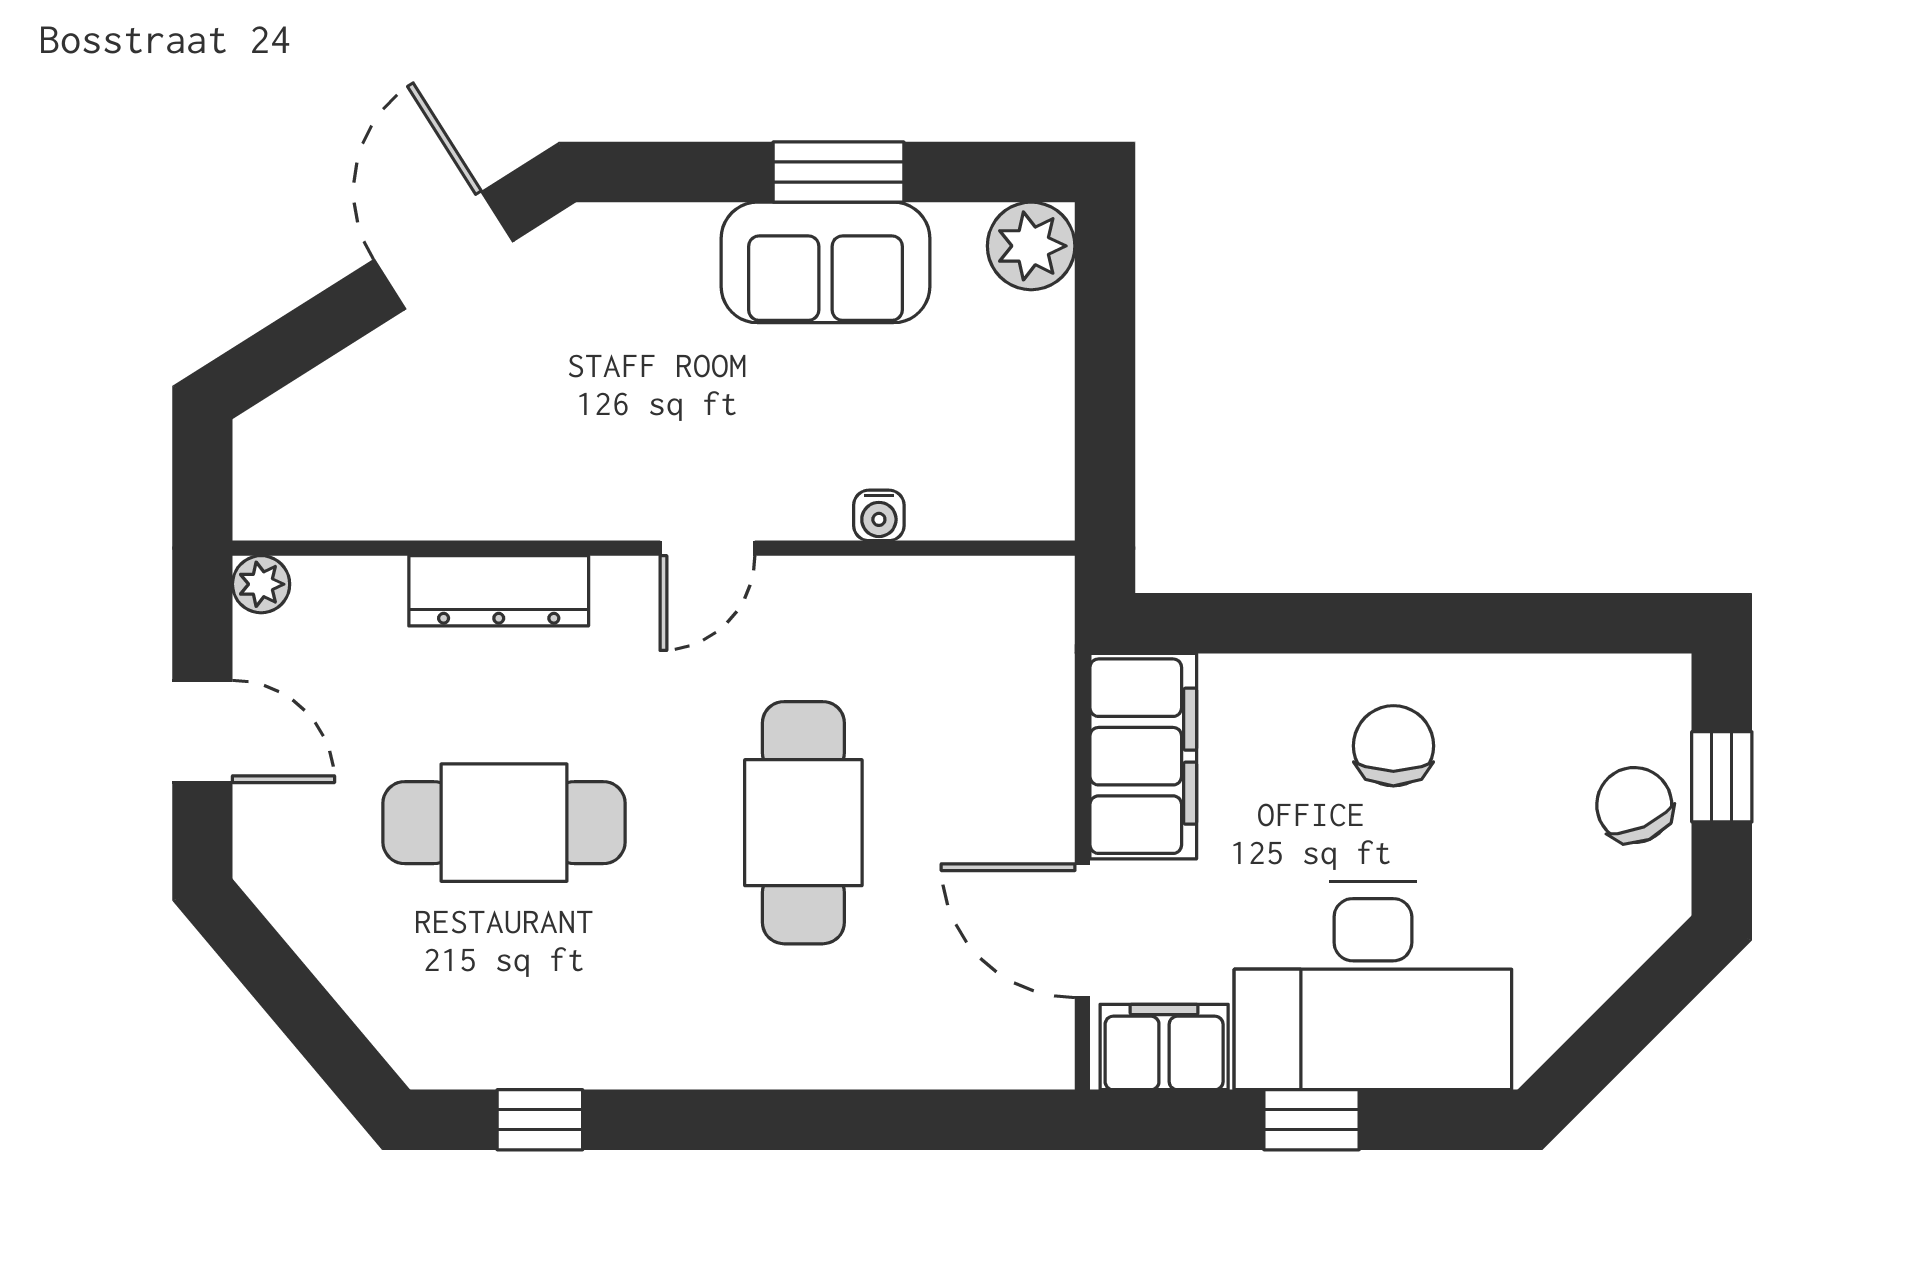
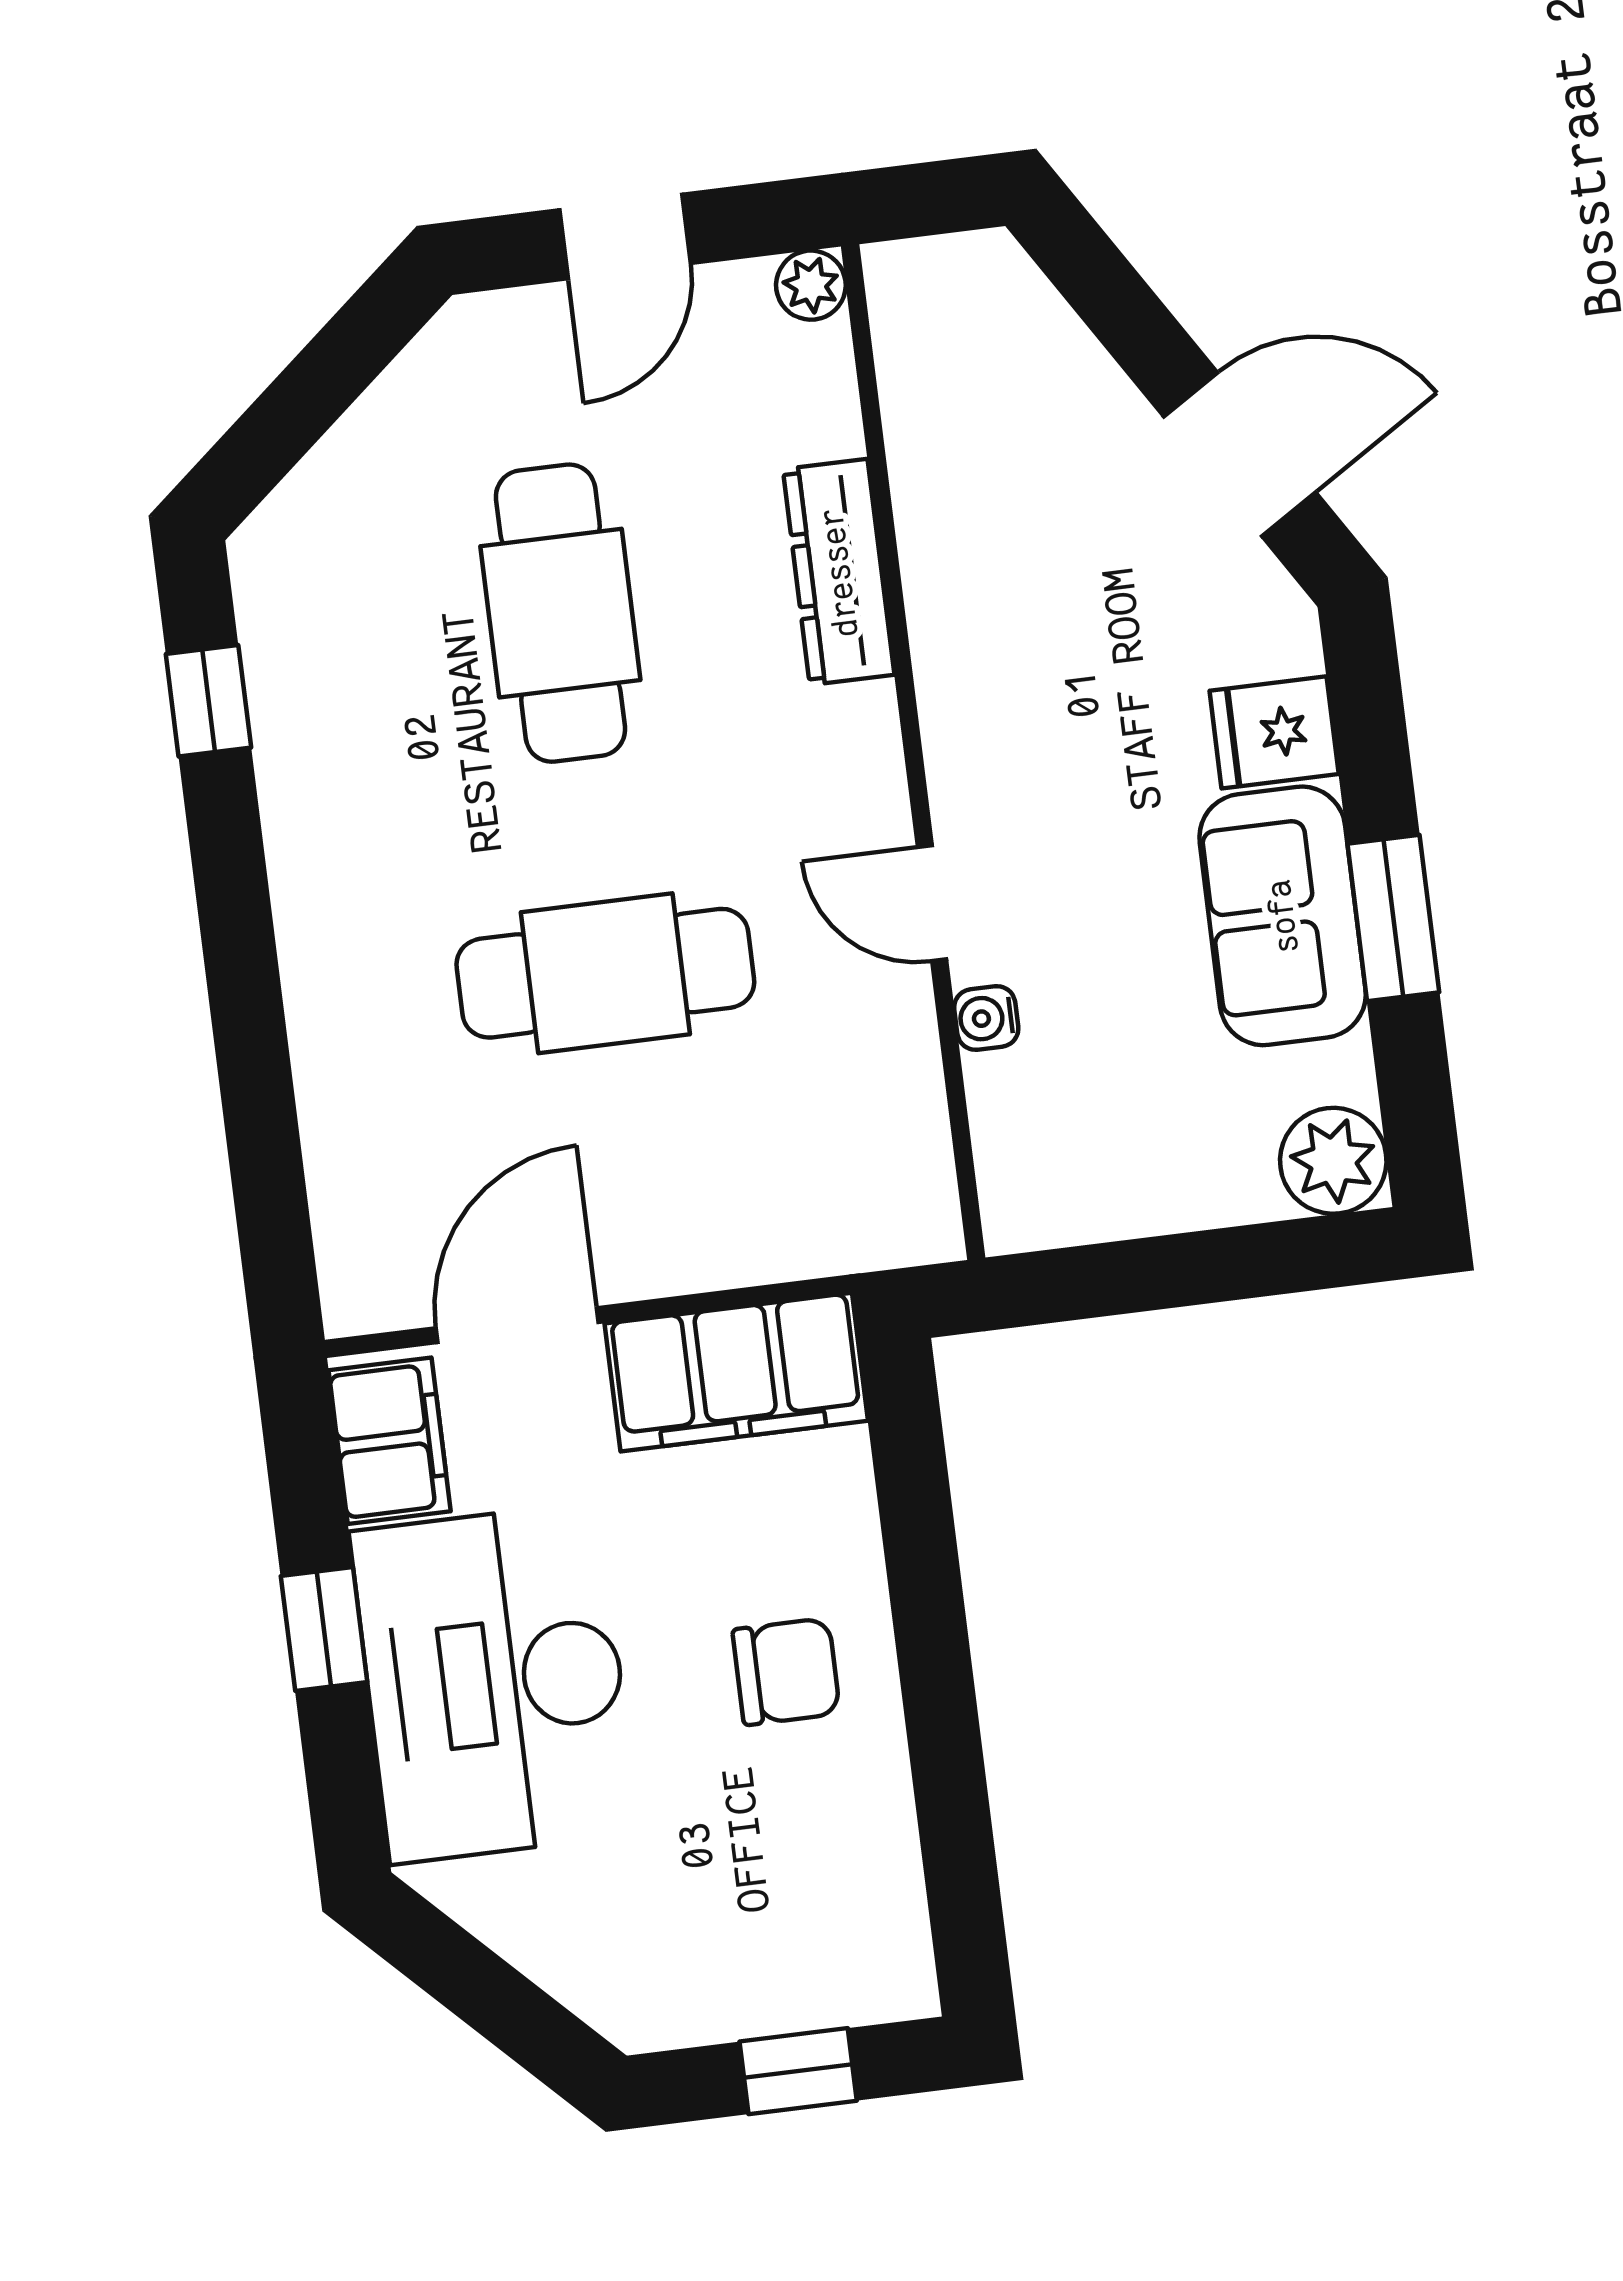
fridge: (674, 251) -> (1274, 732), added
door: (707, 548) -> (932, 903), moved
chair: (1634, 805) -> (751, 1970), removed

